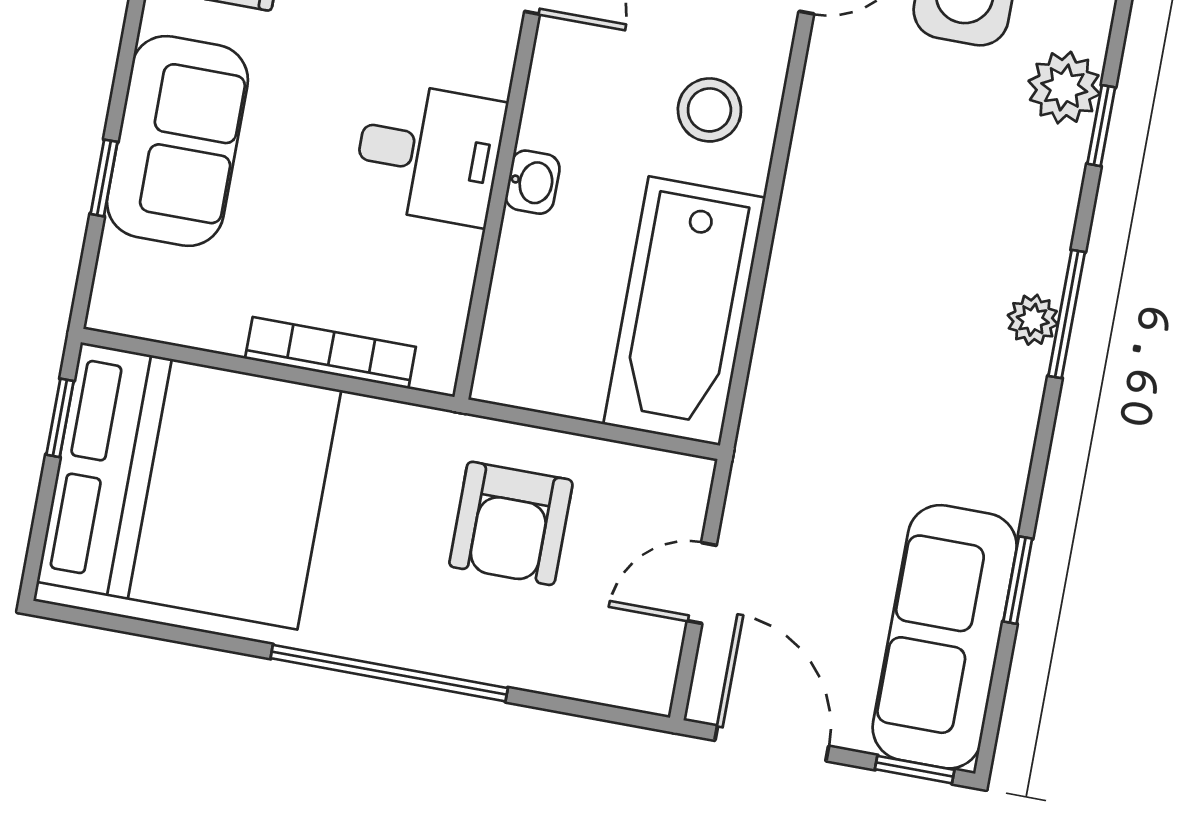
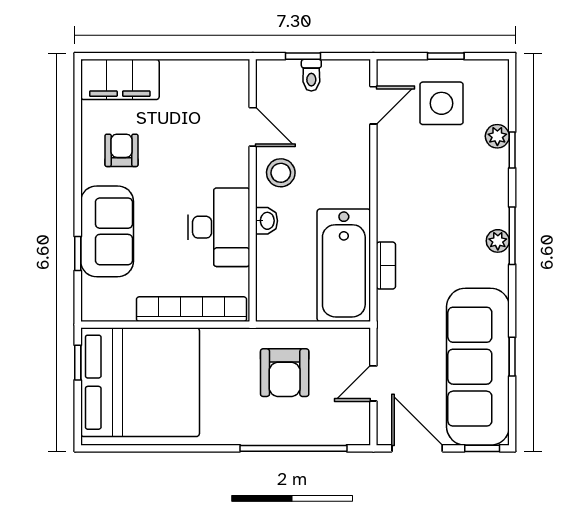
plant: (1064, 88) -> (497, 136), width x0.73, depth x0.73
stool: (709, 110) -> (281, 173), moved
desk: (429, 153) -> (219, 227), width x1.37
bookcase: (777, 329) -> (386, 266), added
bookcase: (330, 353) -> (191, 309), width x1.48, depth x1.31
sofa: (945, 637) -> (478, 367), width x1.36, depth x1.27
window: (389, 673) -> (293, 448), moved

